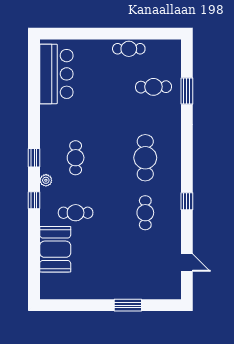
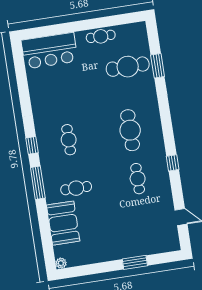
bar counter: (56, 74) -> (50, 51), moved, turned 90
cafe table: (153, 87) -> (128, 67), width x1.37, depth x1.35
plant: (46, 180) -> (61, 263), moved
window: (34, 200) -> (38, 183), width x2.17

